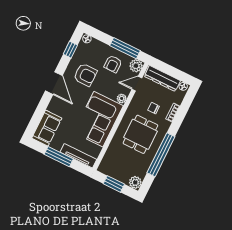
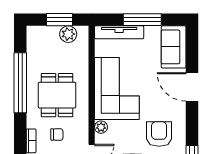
armchair: (85, 75) -> (159, 134), turned 90
door: (54, 83) -> (192, 87), moved
plant: (135, 182) -> (68, 34), moved

